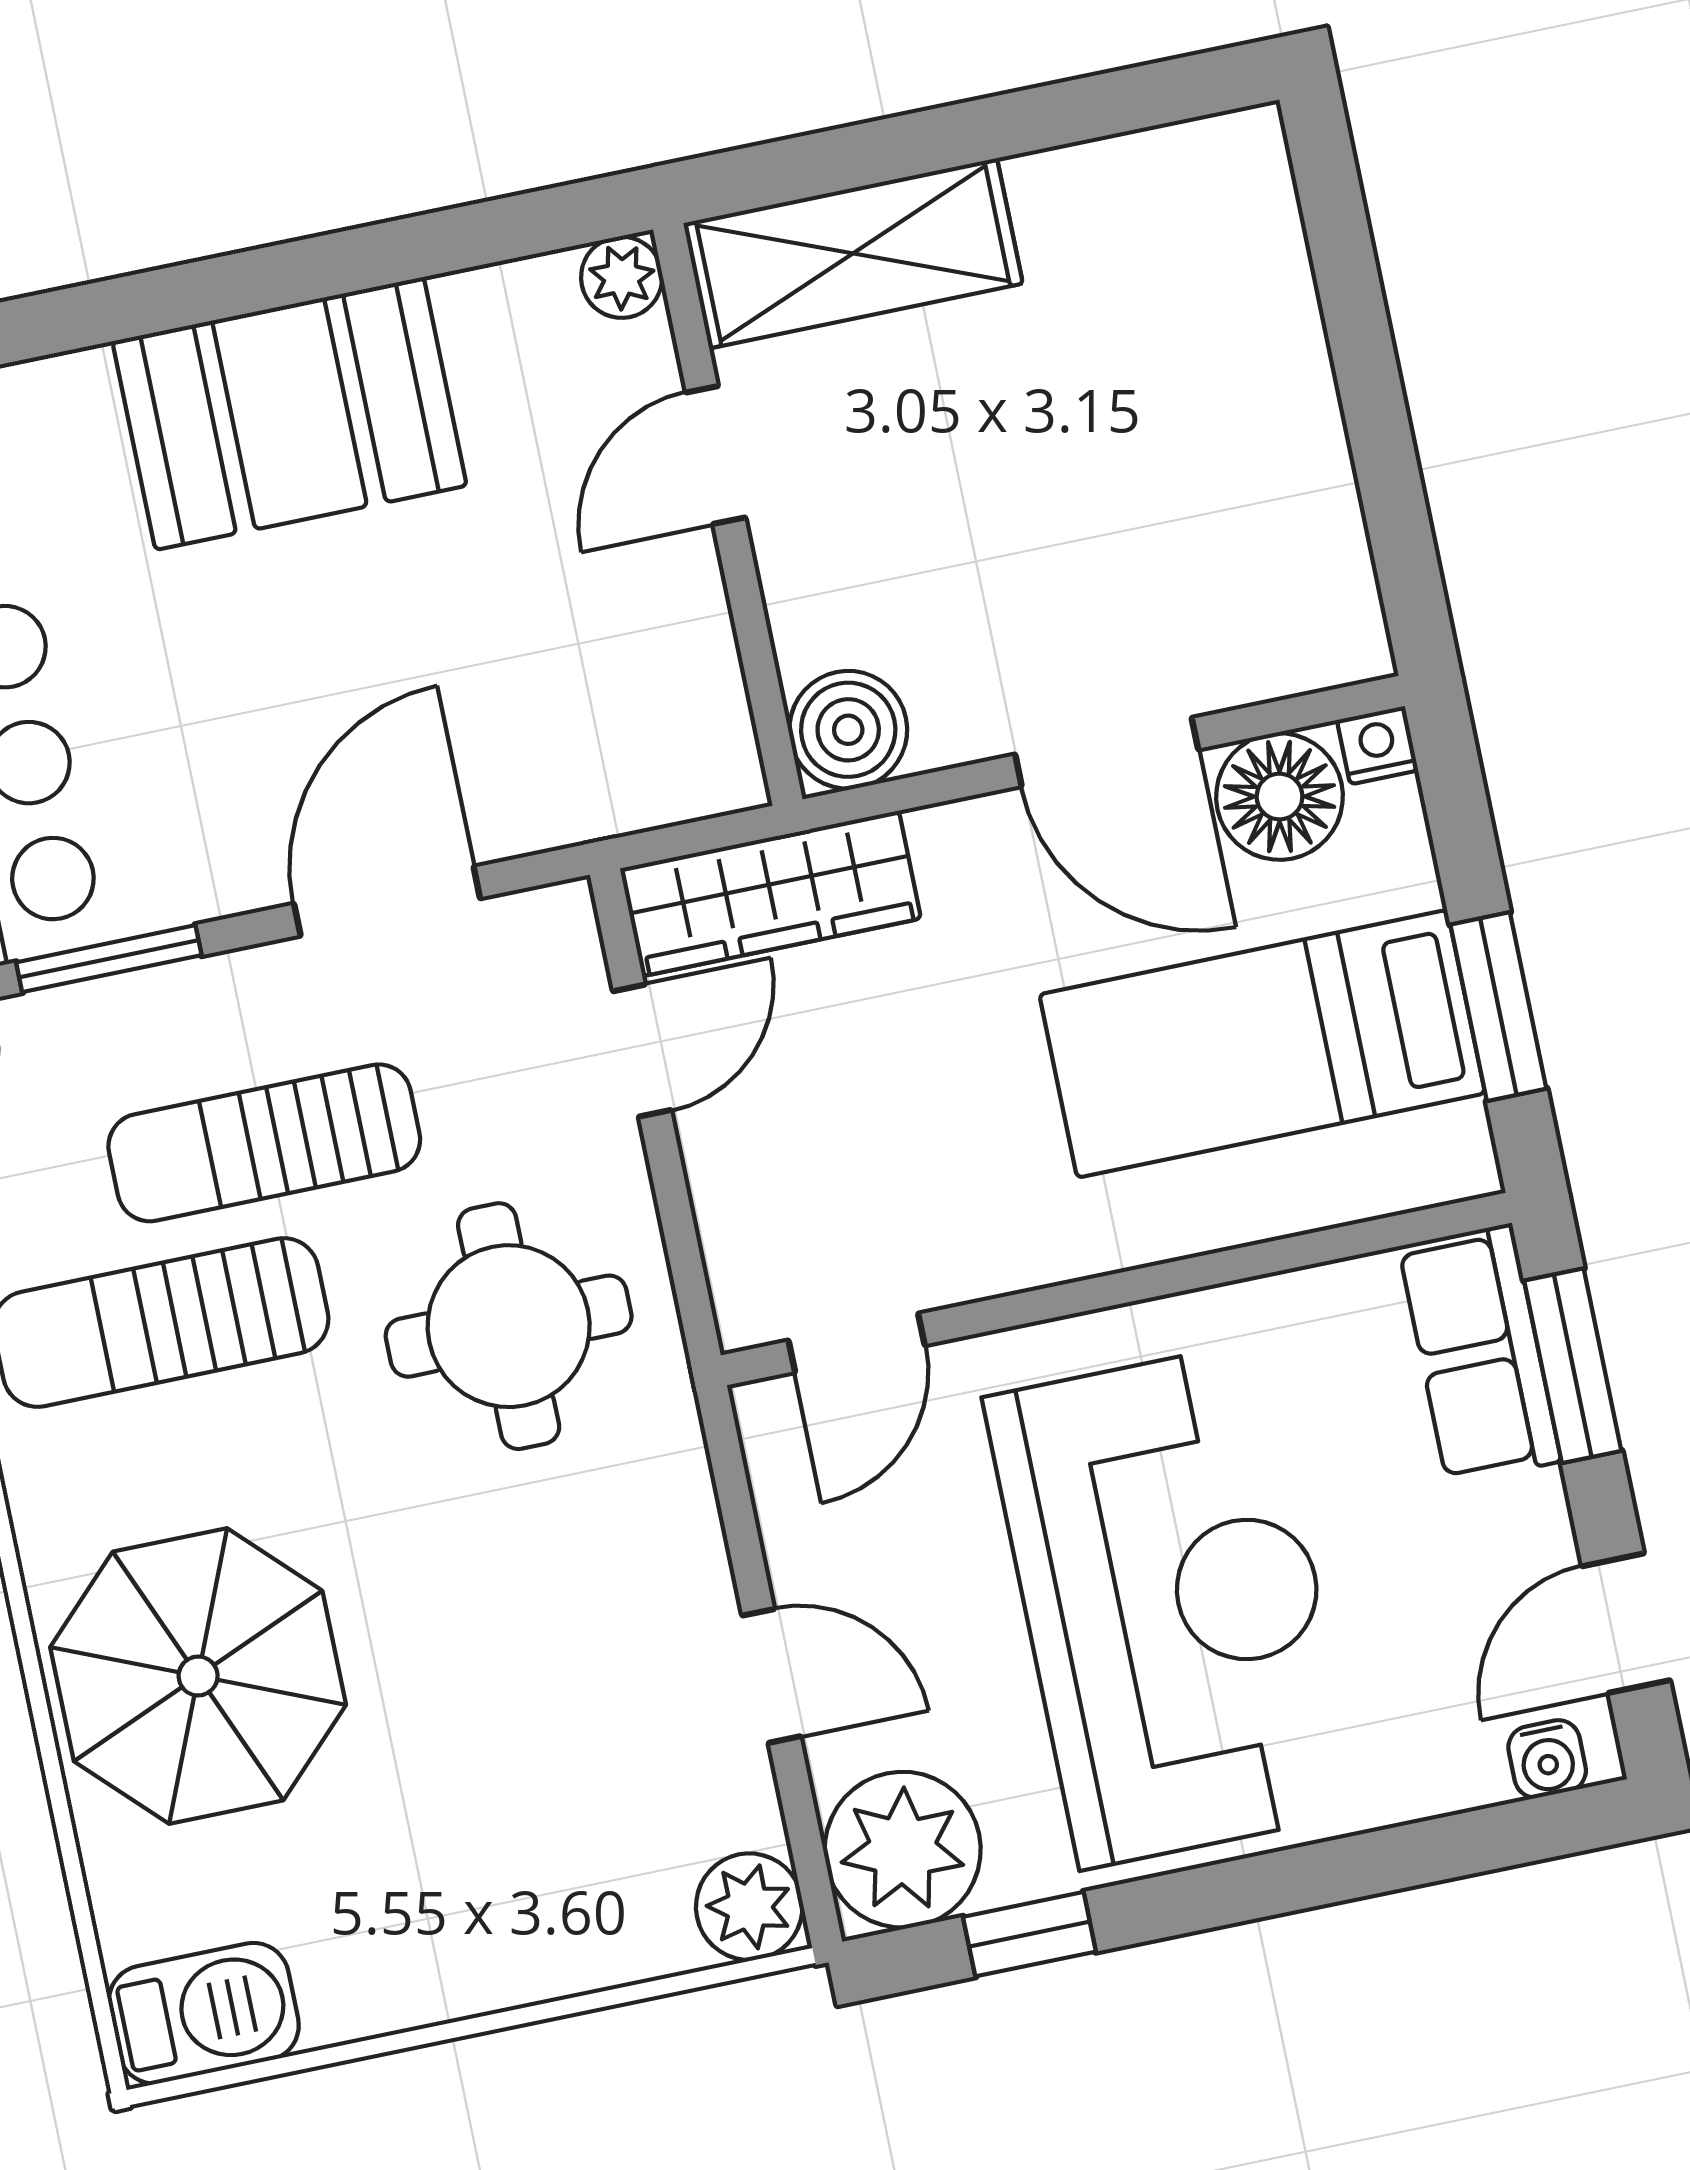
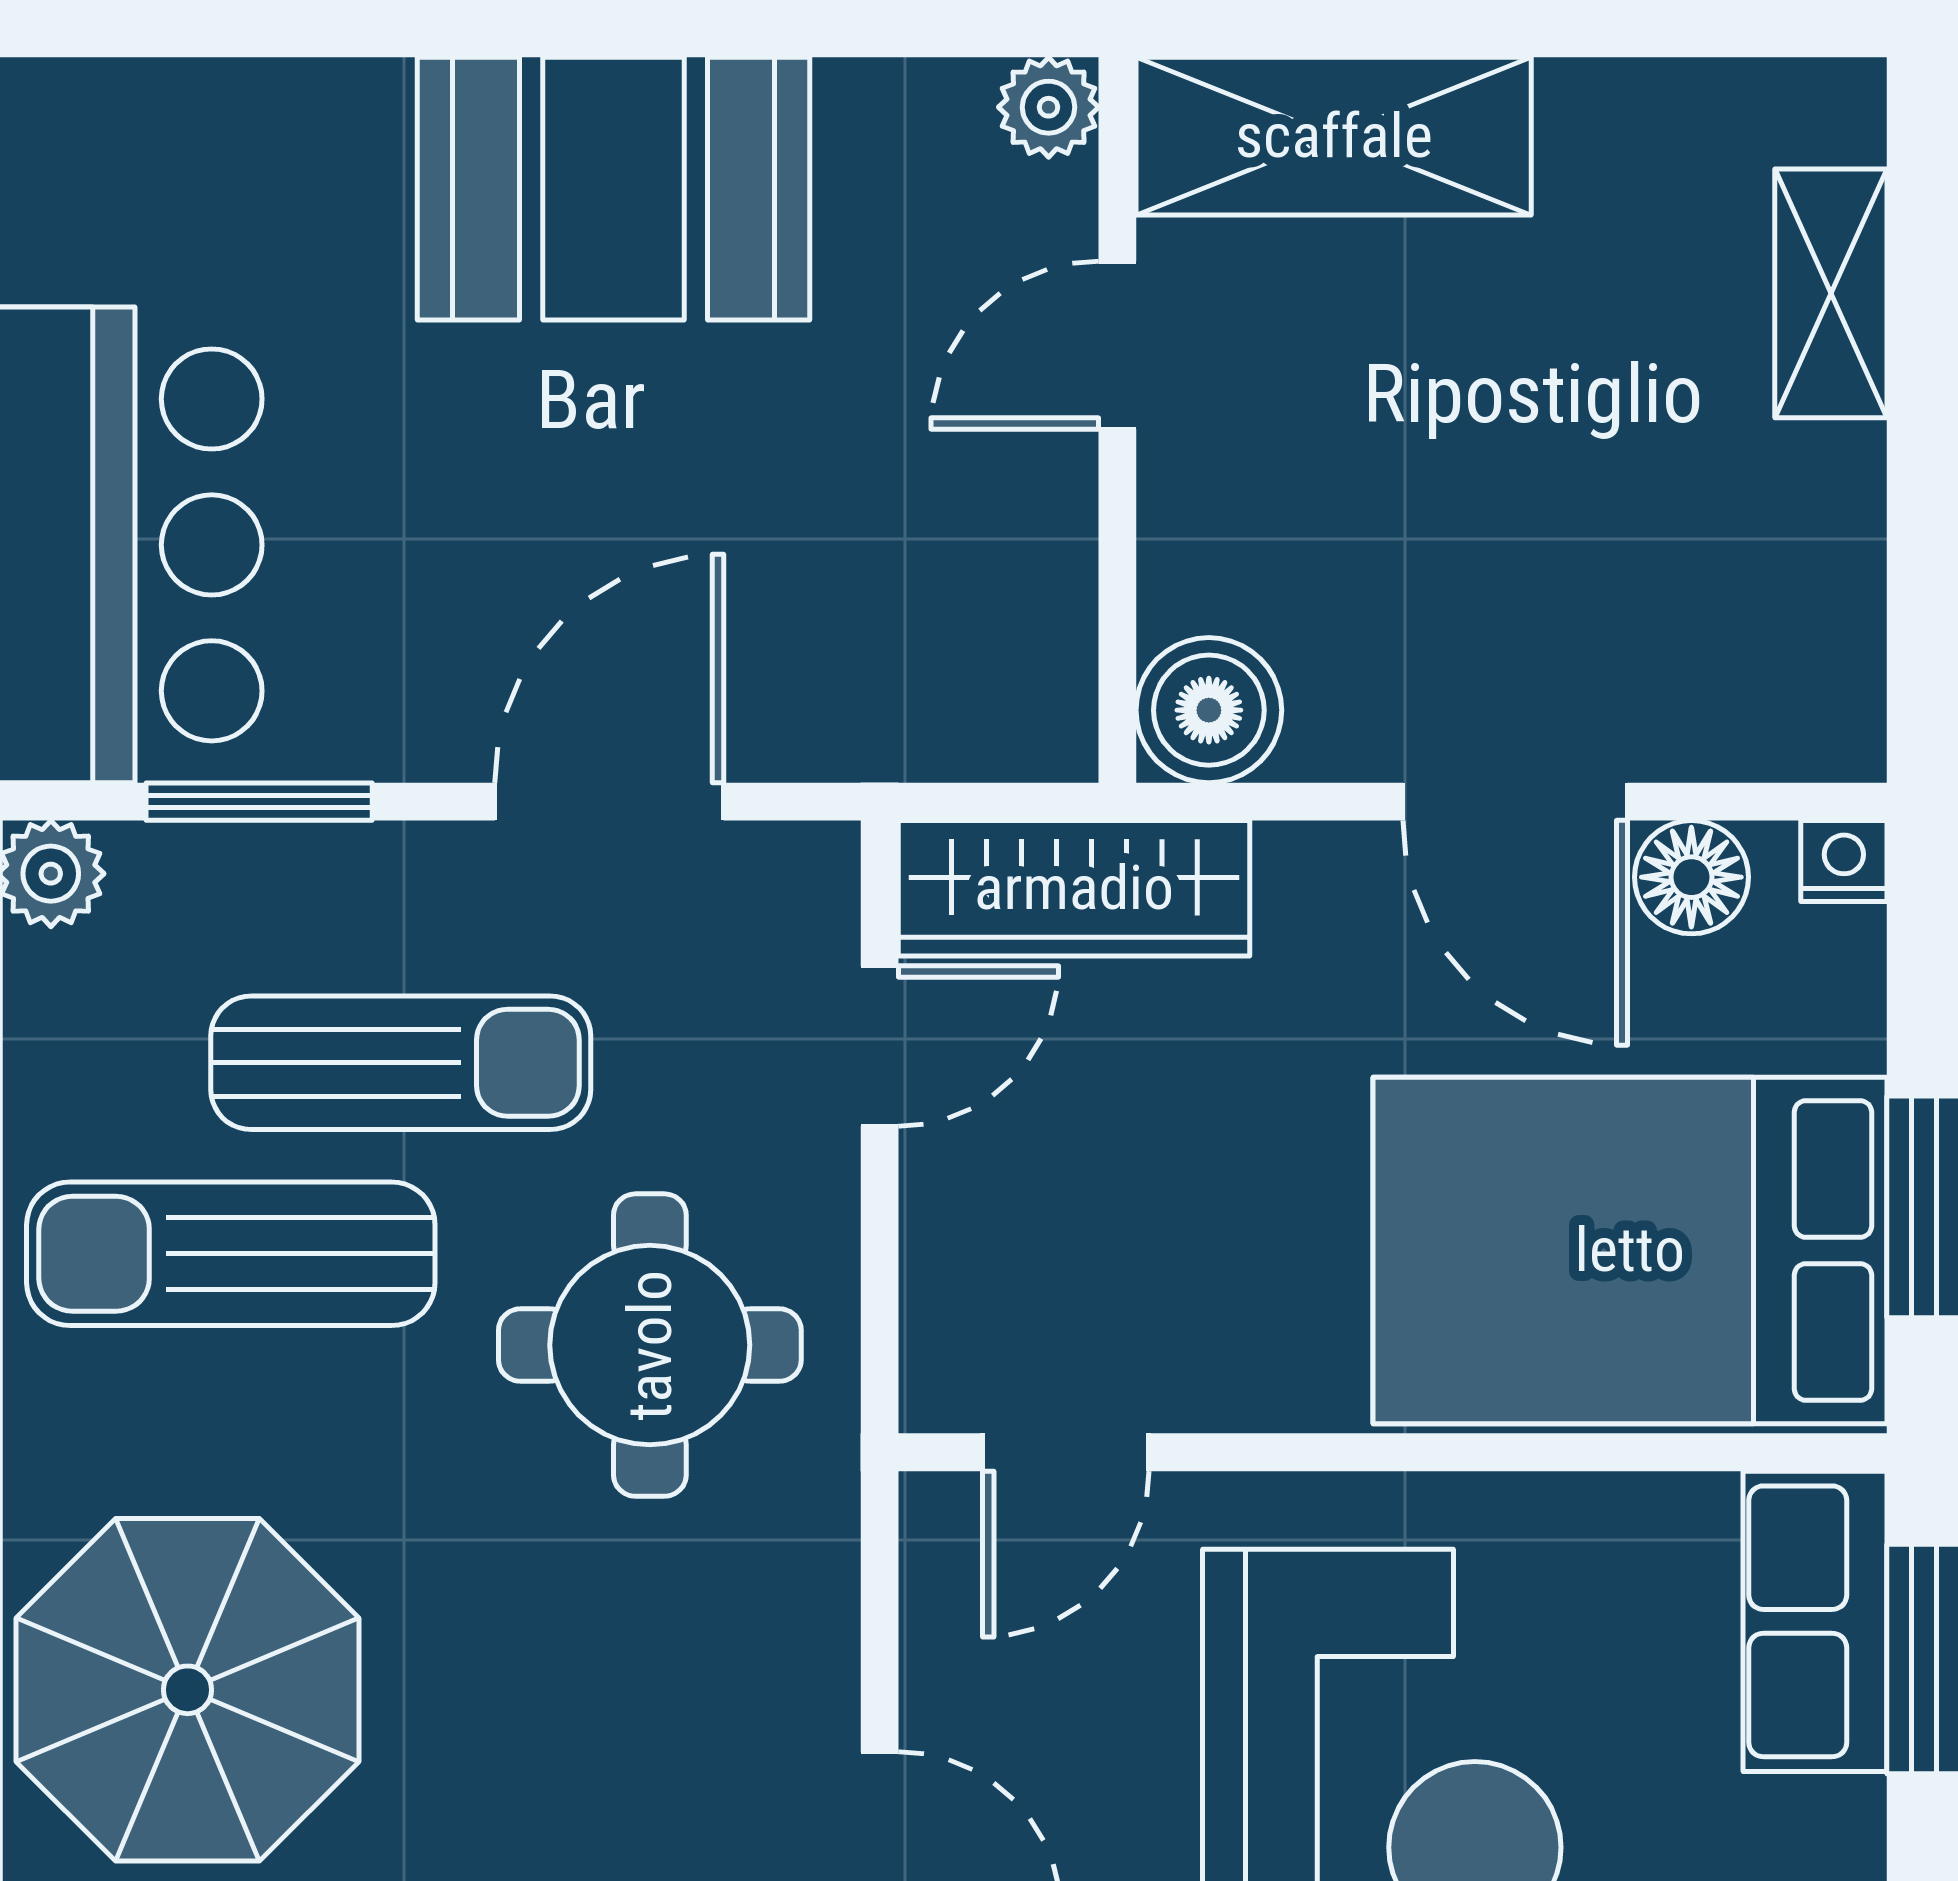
shelving: (1274, 296) -> (1831, 293), added
floor lamp: (1280, 797) -> (1691, 877), width x0.73, depth x0.73
bed: (1262, 1044) -> (1630, 1250), width x1.50
sun lounger: (264, 1143) -> (401, 1063), turned 180

